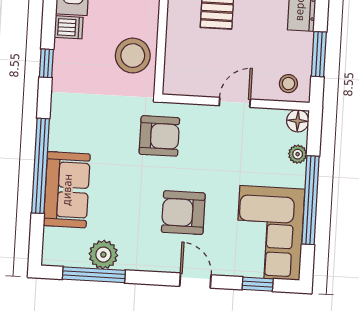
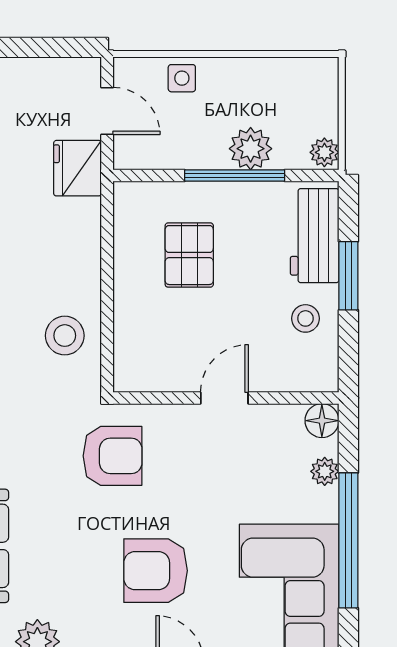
window: (319, 54) -> (348, 276), moved
stool: (133, 56) -> (65, 336), width x0.73, depth x0.73
stool: (288, 84) -> (305, 318), moved

